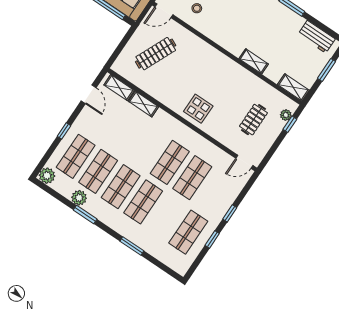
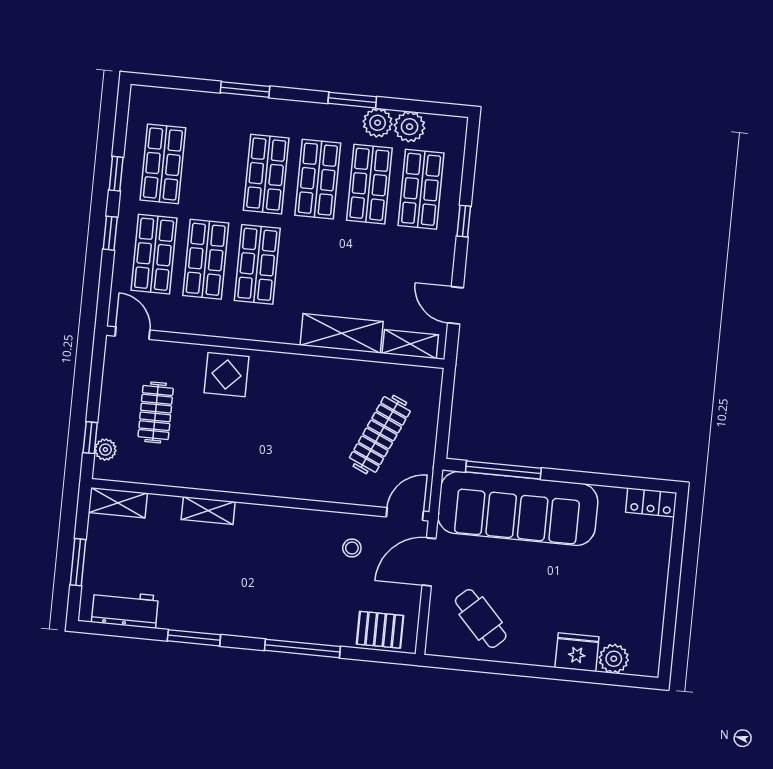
shelving: (143, 104) -> (342, 333), width x1.50, depth x1.33
display table: (198, 109) -> (226, 375), moved
door: (244, 162) -> (133, 333), hinge flipped
plant: (47, 176) -> (410, 127), moved
shop shelf: (215, 193) -> (154, 254), added

